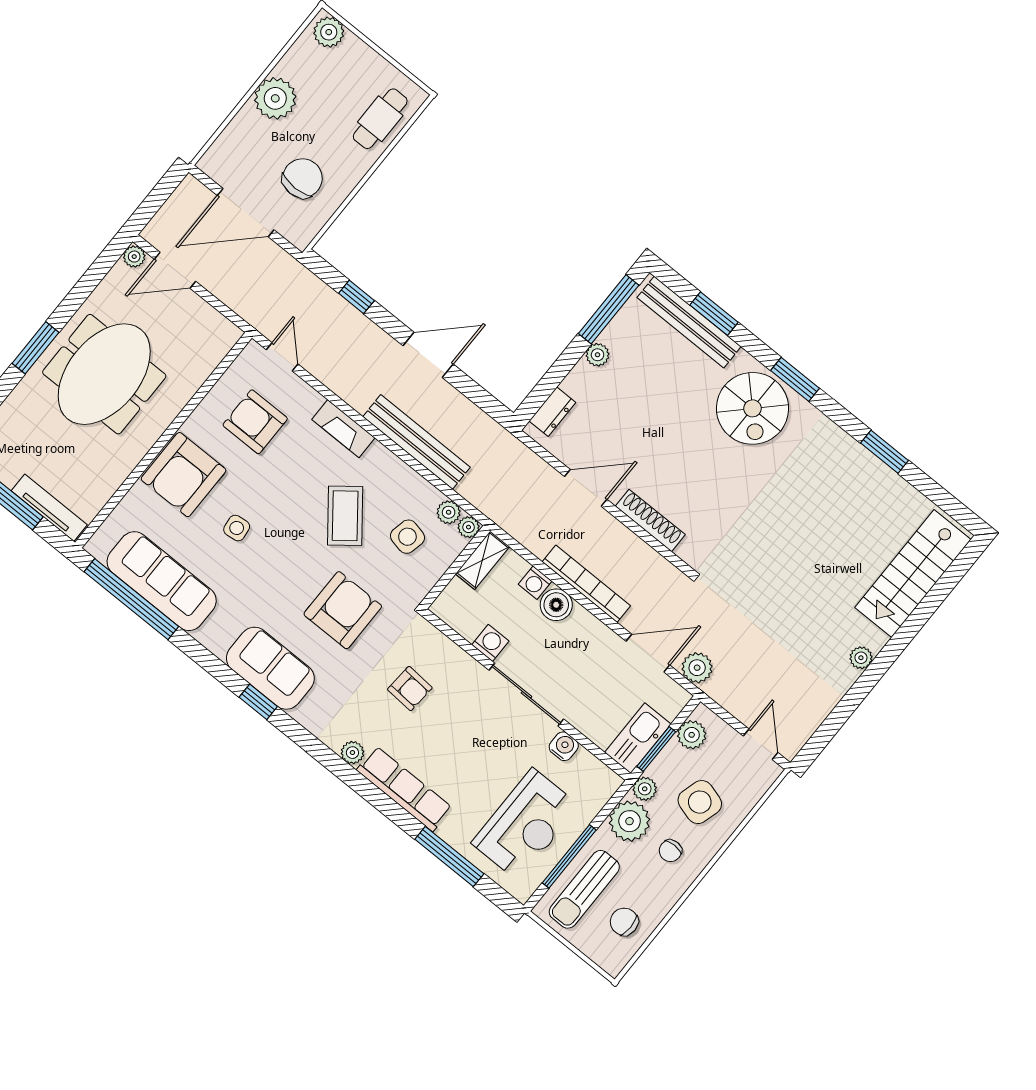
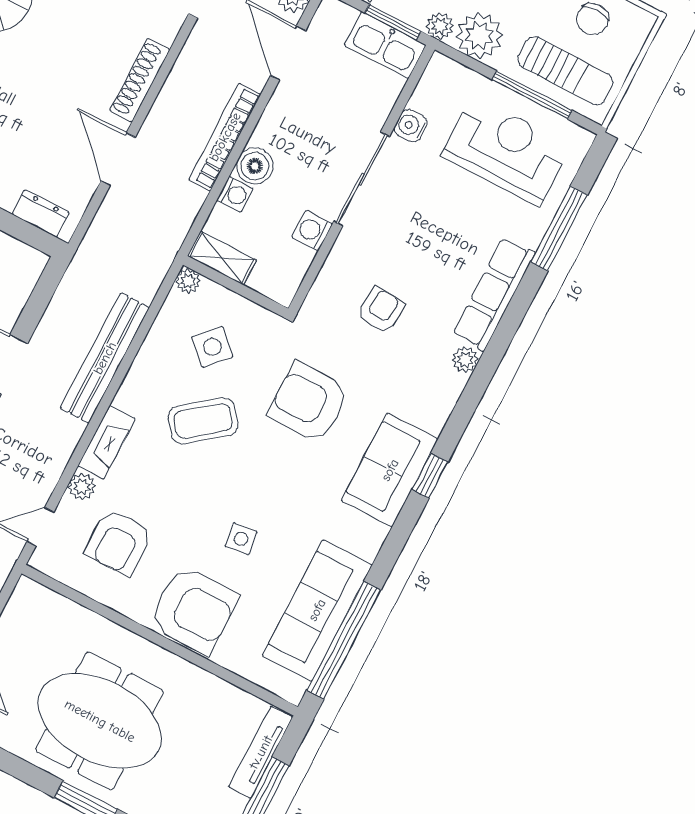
plant: (449, 512) -> (82, 486), moved
side table: (407, 537) -> (212, 347), turned 31

